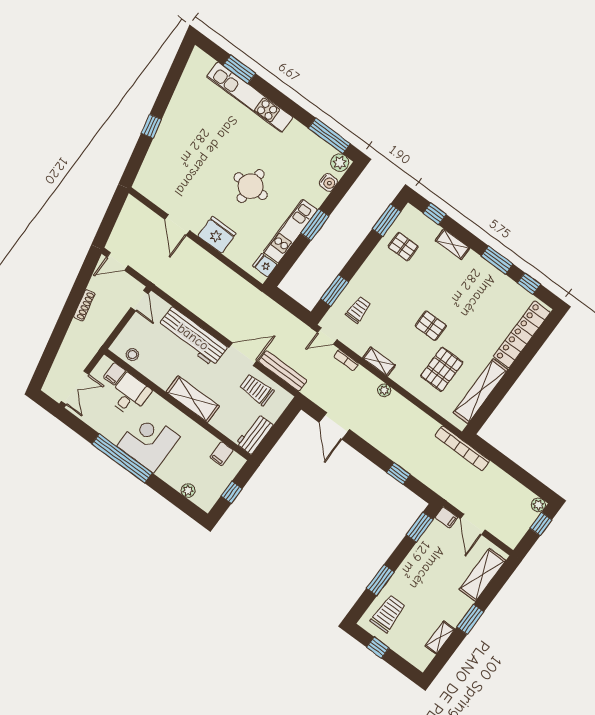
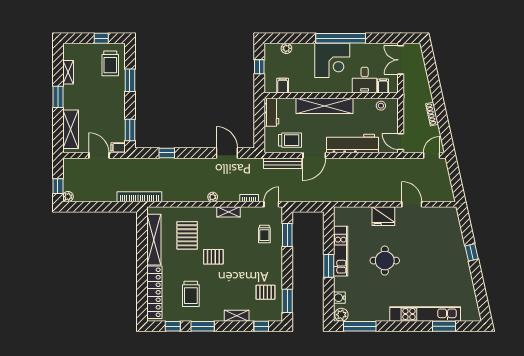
fridge: (265, 265) -> (341, 219), removed
trolley: (484, 304) -> (191, 294), added
shelving: (193, 399) -> (324, 106), width x1.47

